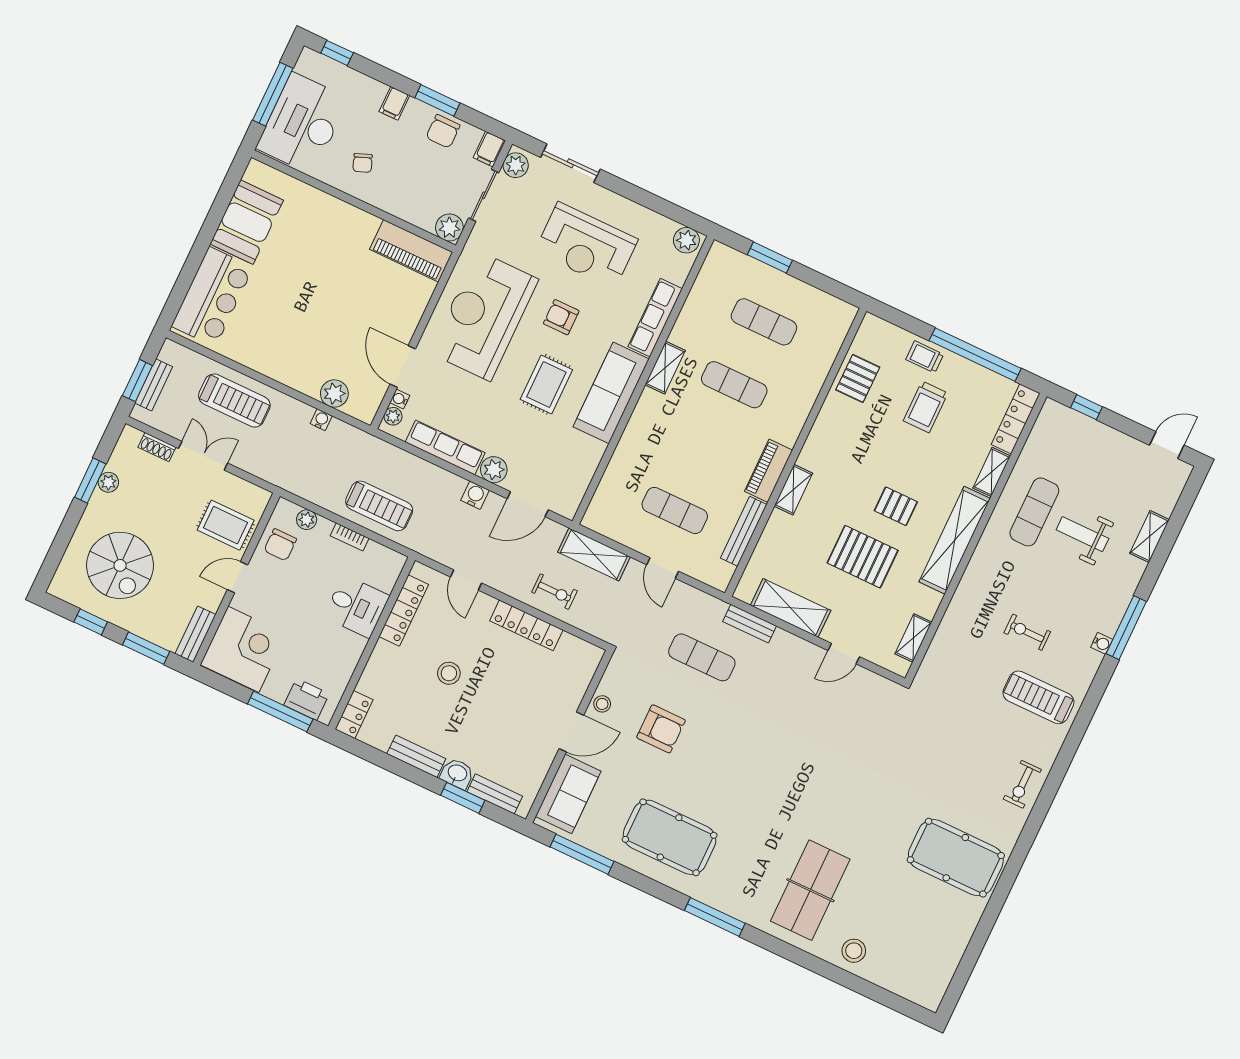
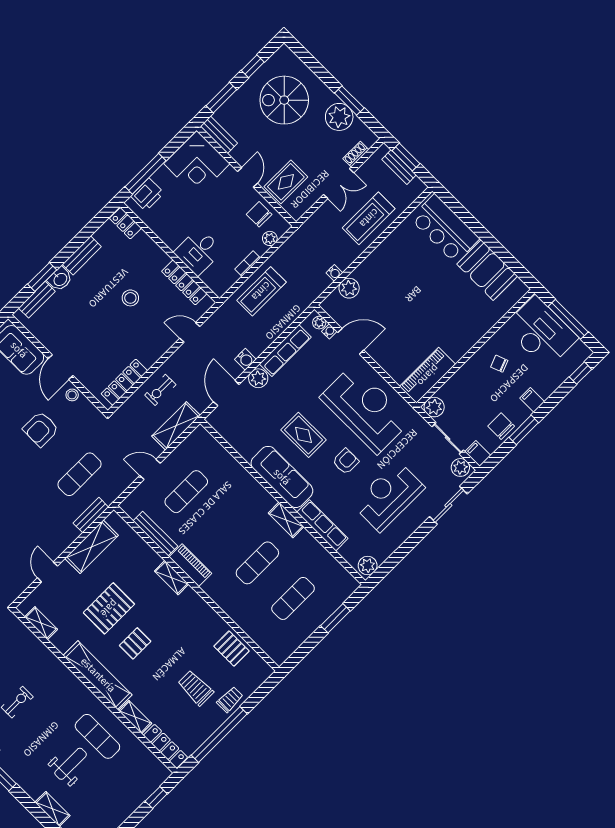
plant: (108, 482) -> (339, 117), width x1.87, depth x1.87
locker: (526, 625) -> (124, 382), moved

